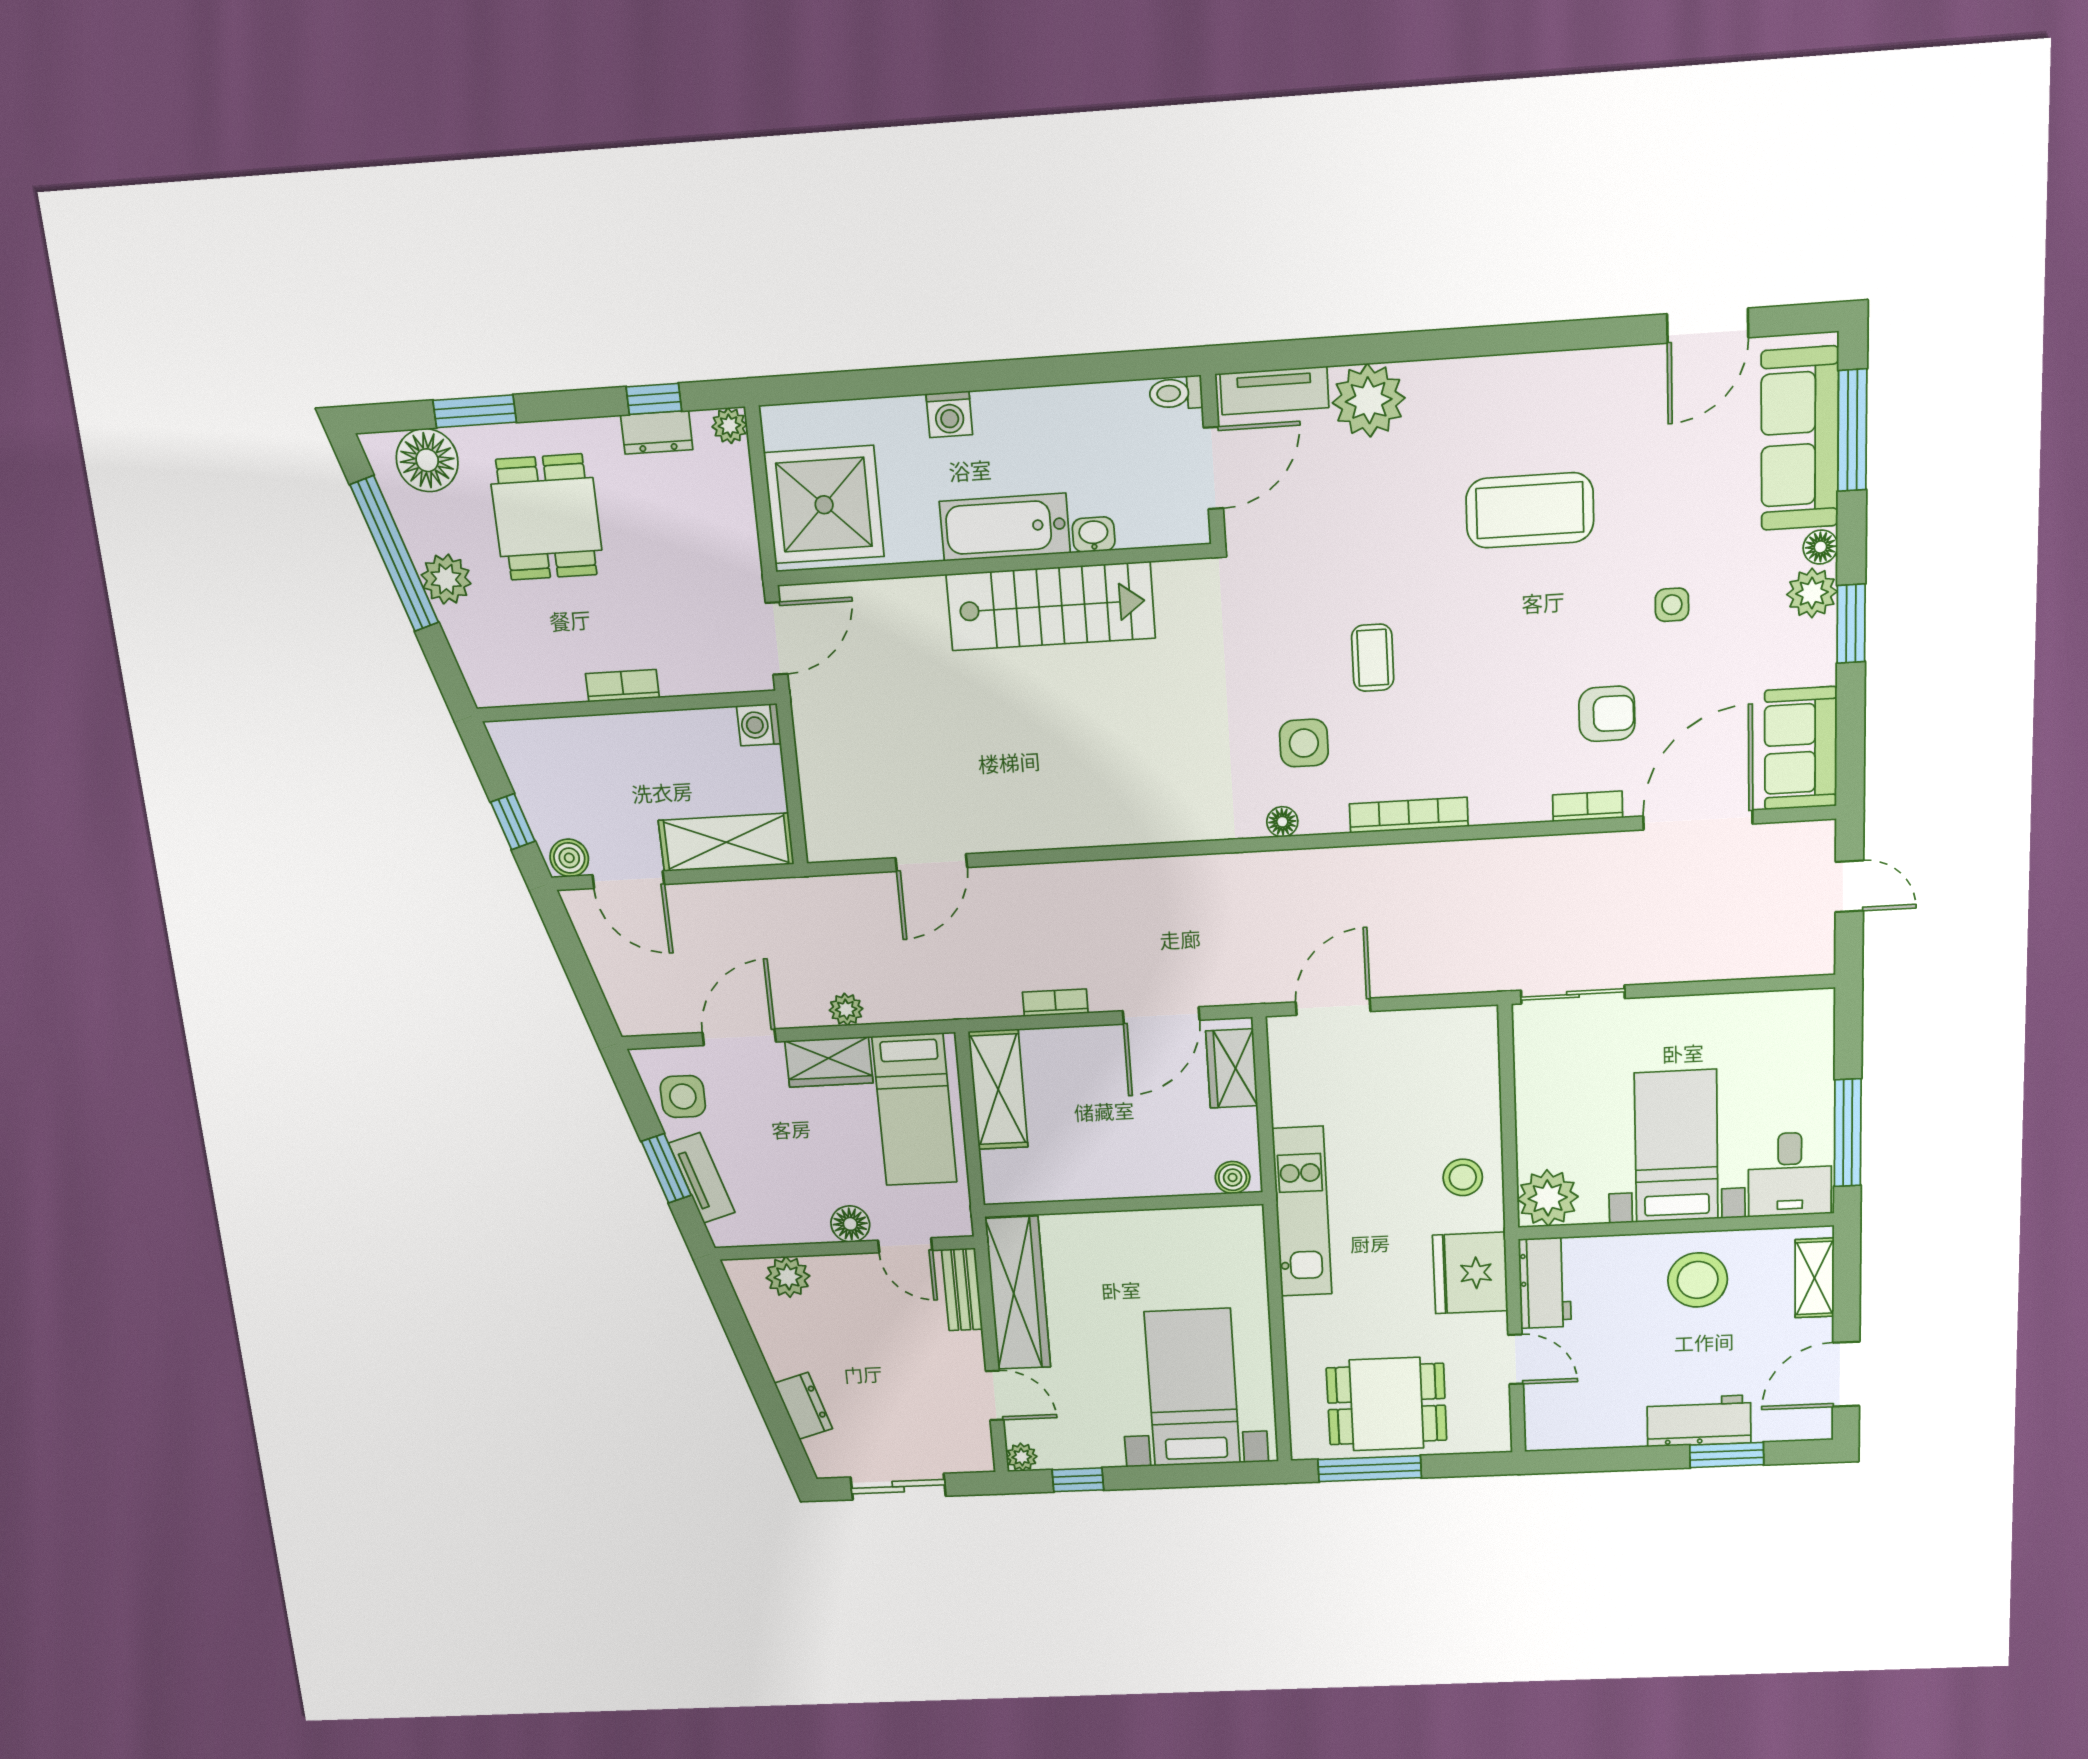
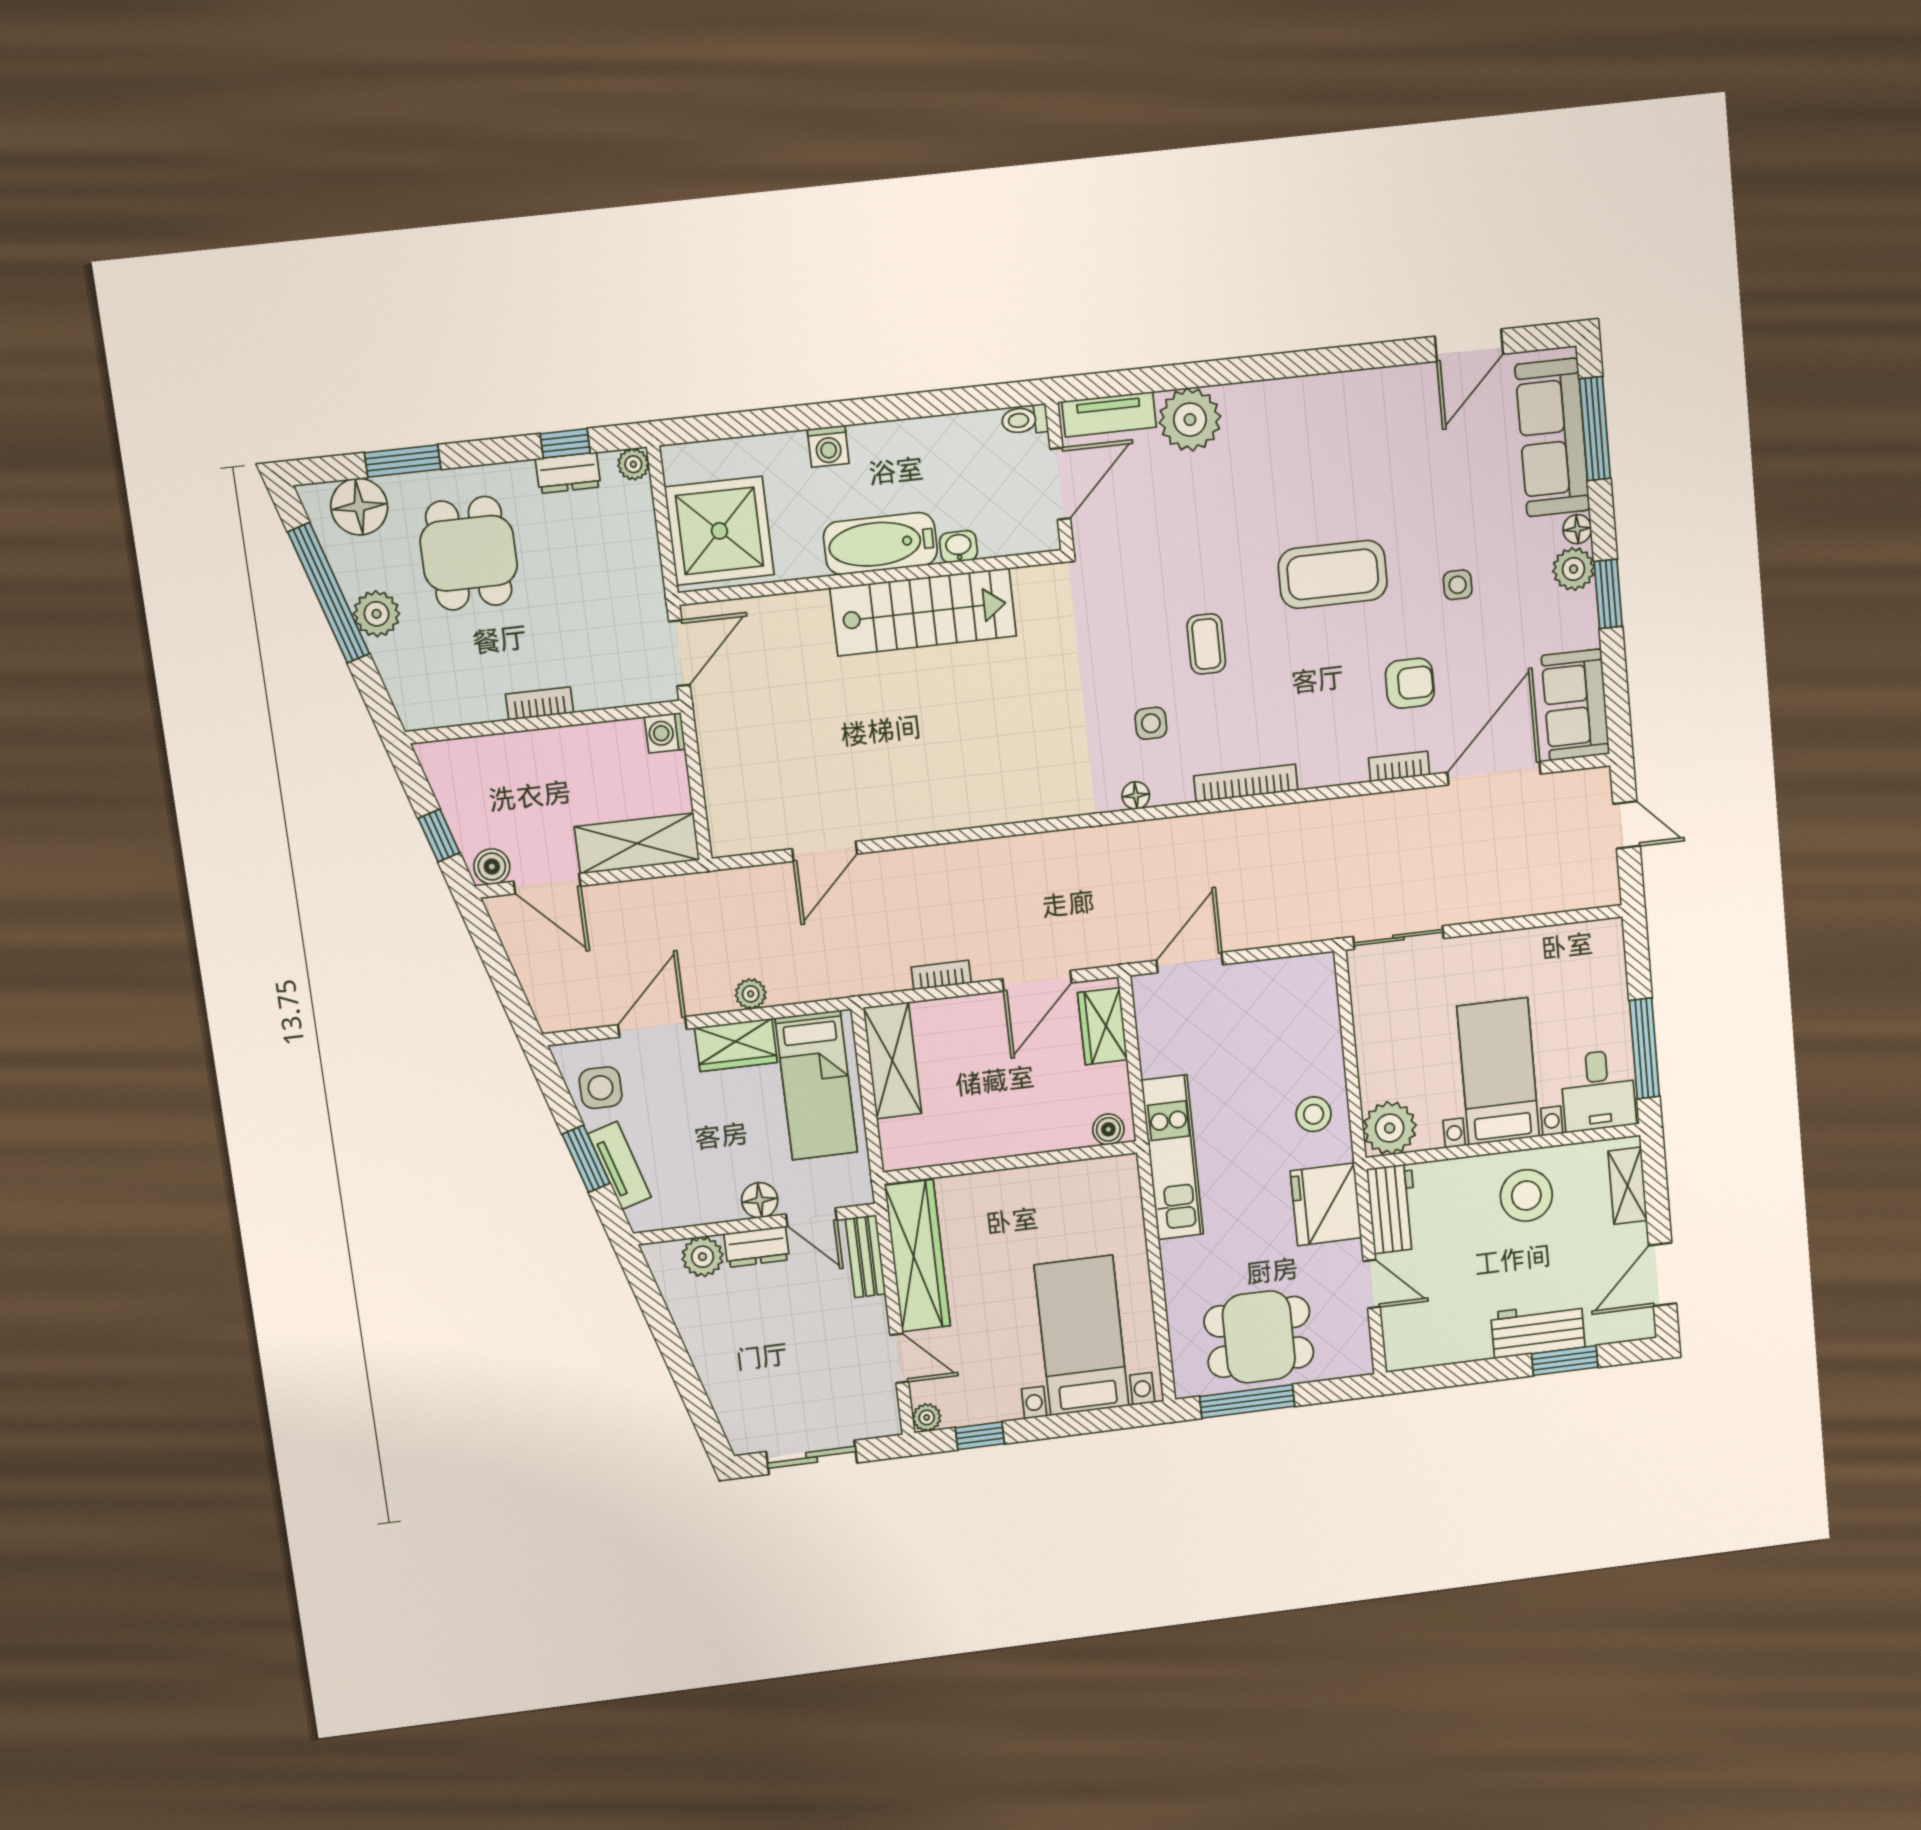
coffee table: (1530, 510) -> (1333, 574), moved
side table: (1304, 743) -> (1151, 723), width x0.73, depth x0.73
dresser: (803, 1406) -> (757, 1247), moved, turned 106

